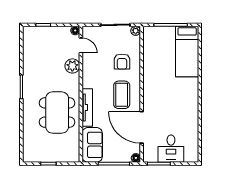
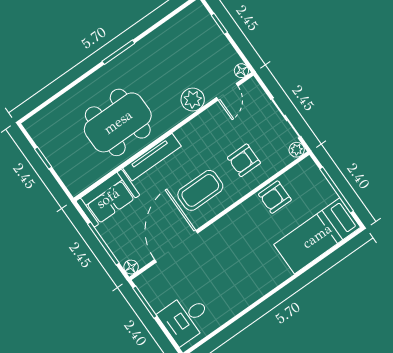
armchair: (152, 59) -> (275, 197), added
desk: (171, 149) -> (186, 318), moved

